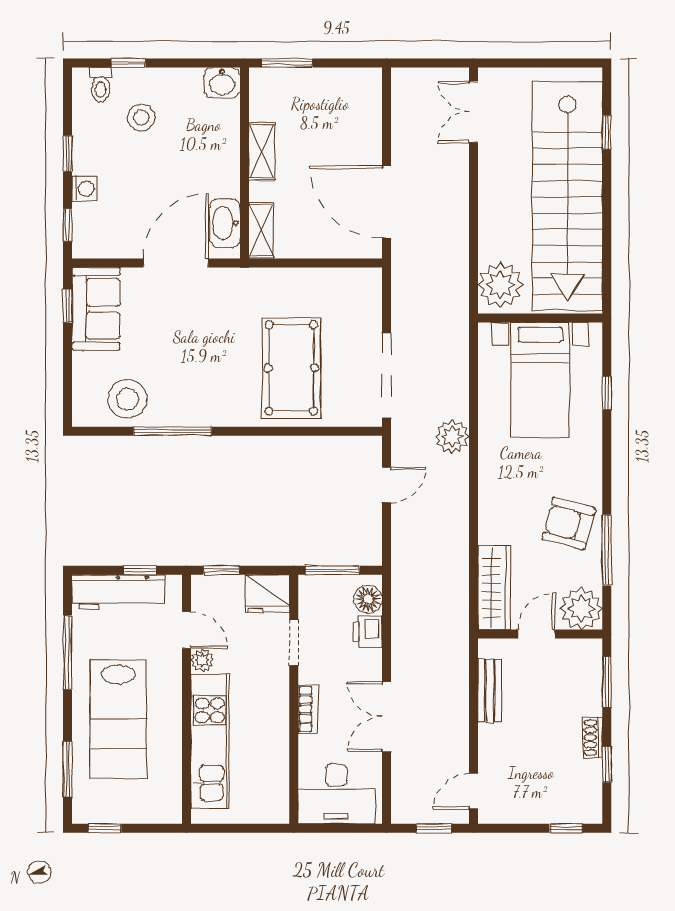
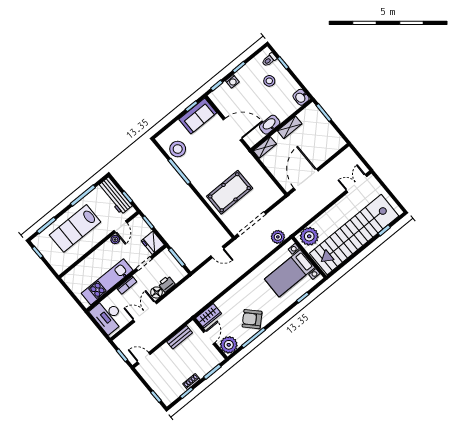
washbasin: (225, 223) -> (270, 125), moved
plant: (452, 437) -> (278, 237), moved
armchair: (569, 524) -> (252, 319), turned -59
wardrobe: (494, 587) -> (209, 316), width x0.67
floor lamp: (368, 599) -> (156, 292), moved
door: (537, 634) -> (209, 337), hinge flipped
kitchen unit: (210, 741) -> (107, 282), moved, turned 180

